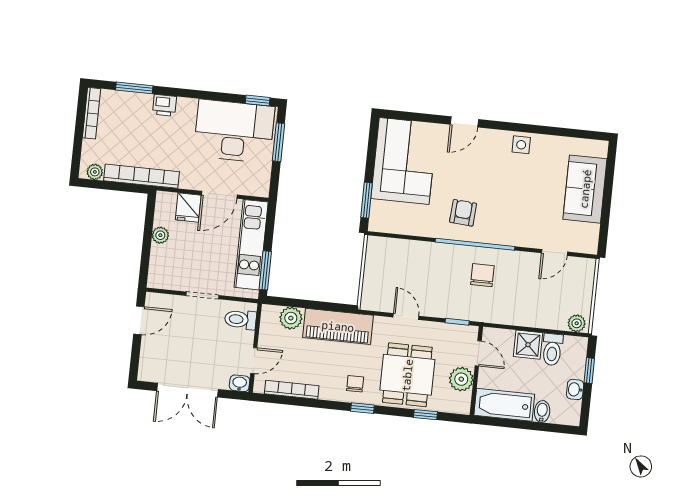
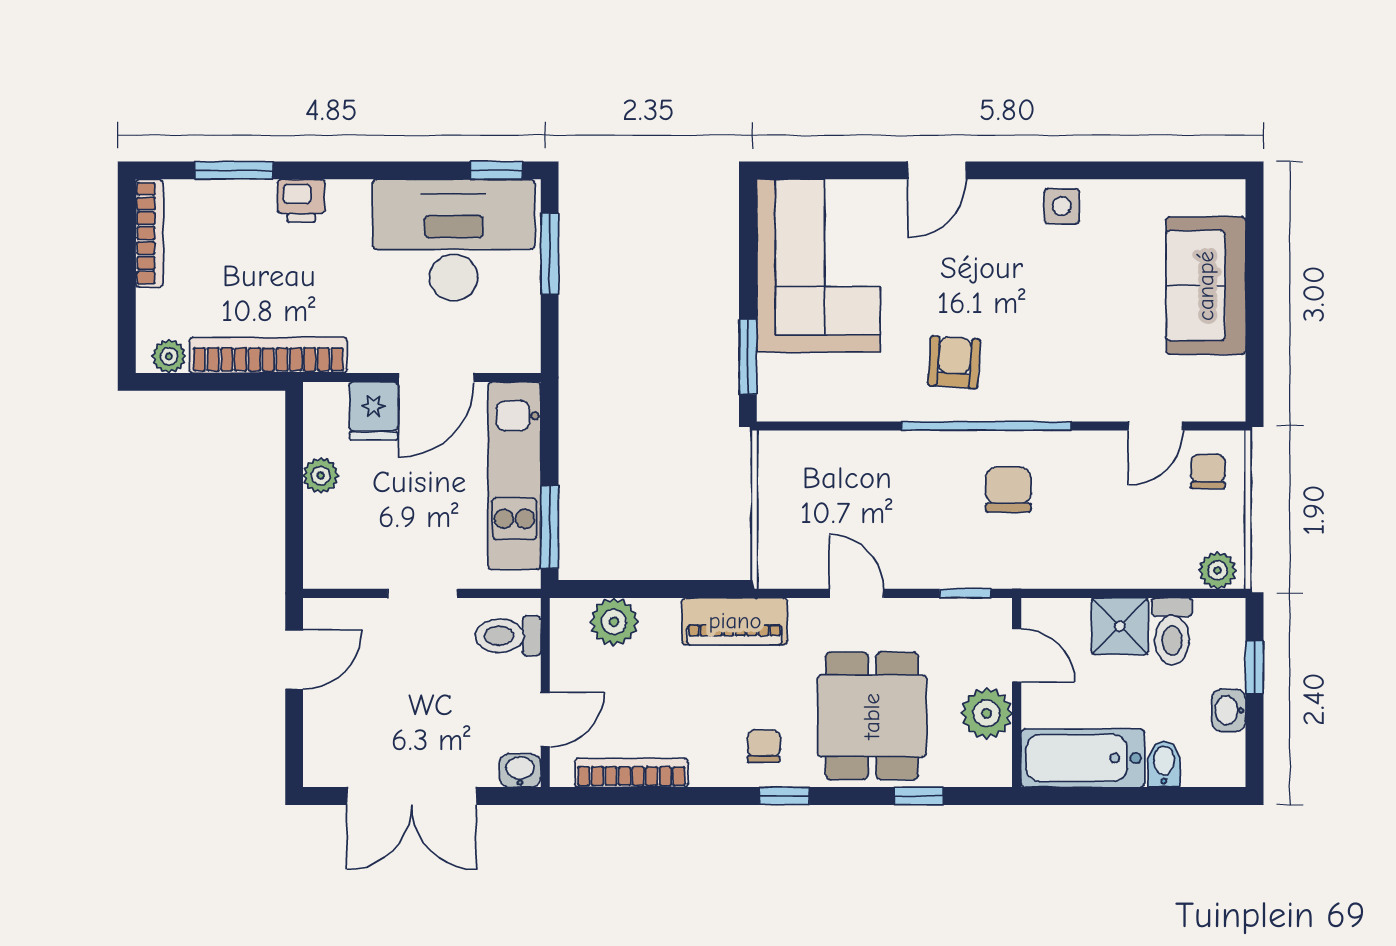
chair: (577, 276) -> (1208, 472), added
piano: (338, 326) -> (735, 621), width x0.73, depth x0.75

